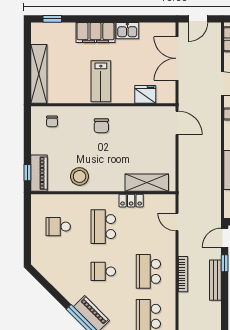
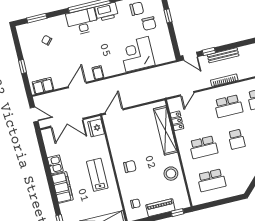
lab bench: (101, 81) -> (97, 175), turned -90
fridge: (145, 94) -> (96, 128), moved
piano: (39, 173) -> (160, 208), moved
shelving: (147, 183) -> (165, 130), width x1.47
locker: (131, 201) -> (177, 121), moved
school desk: (58, 227) -> (212, 180), width x1.85

